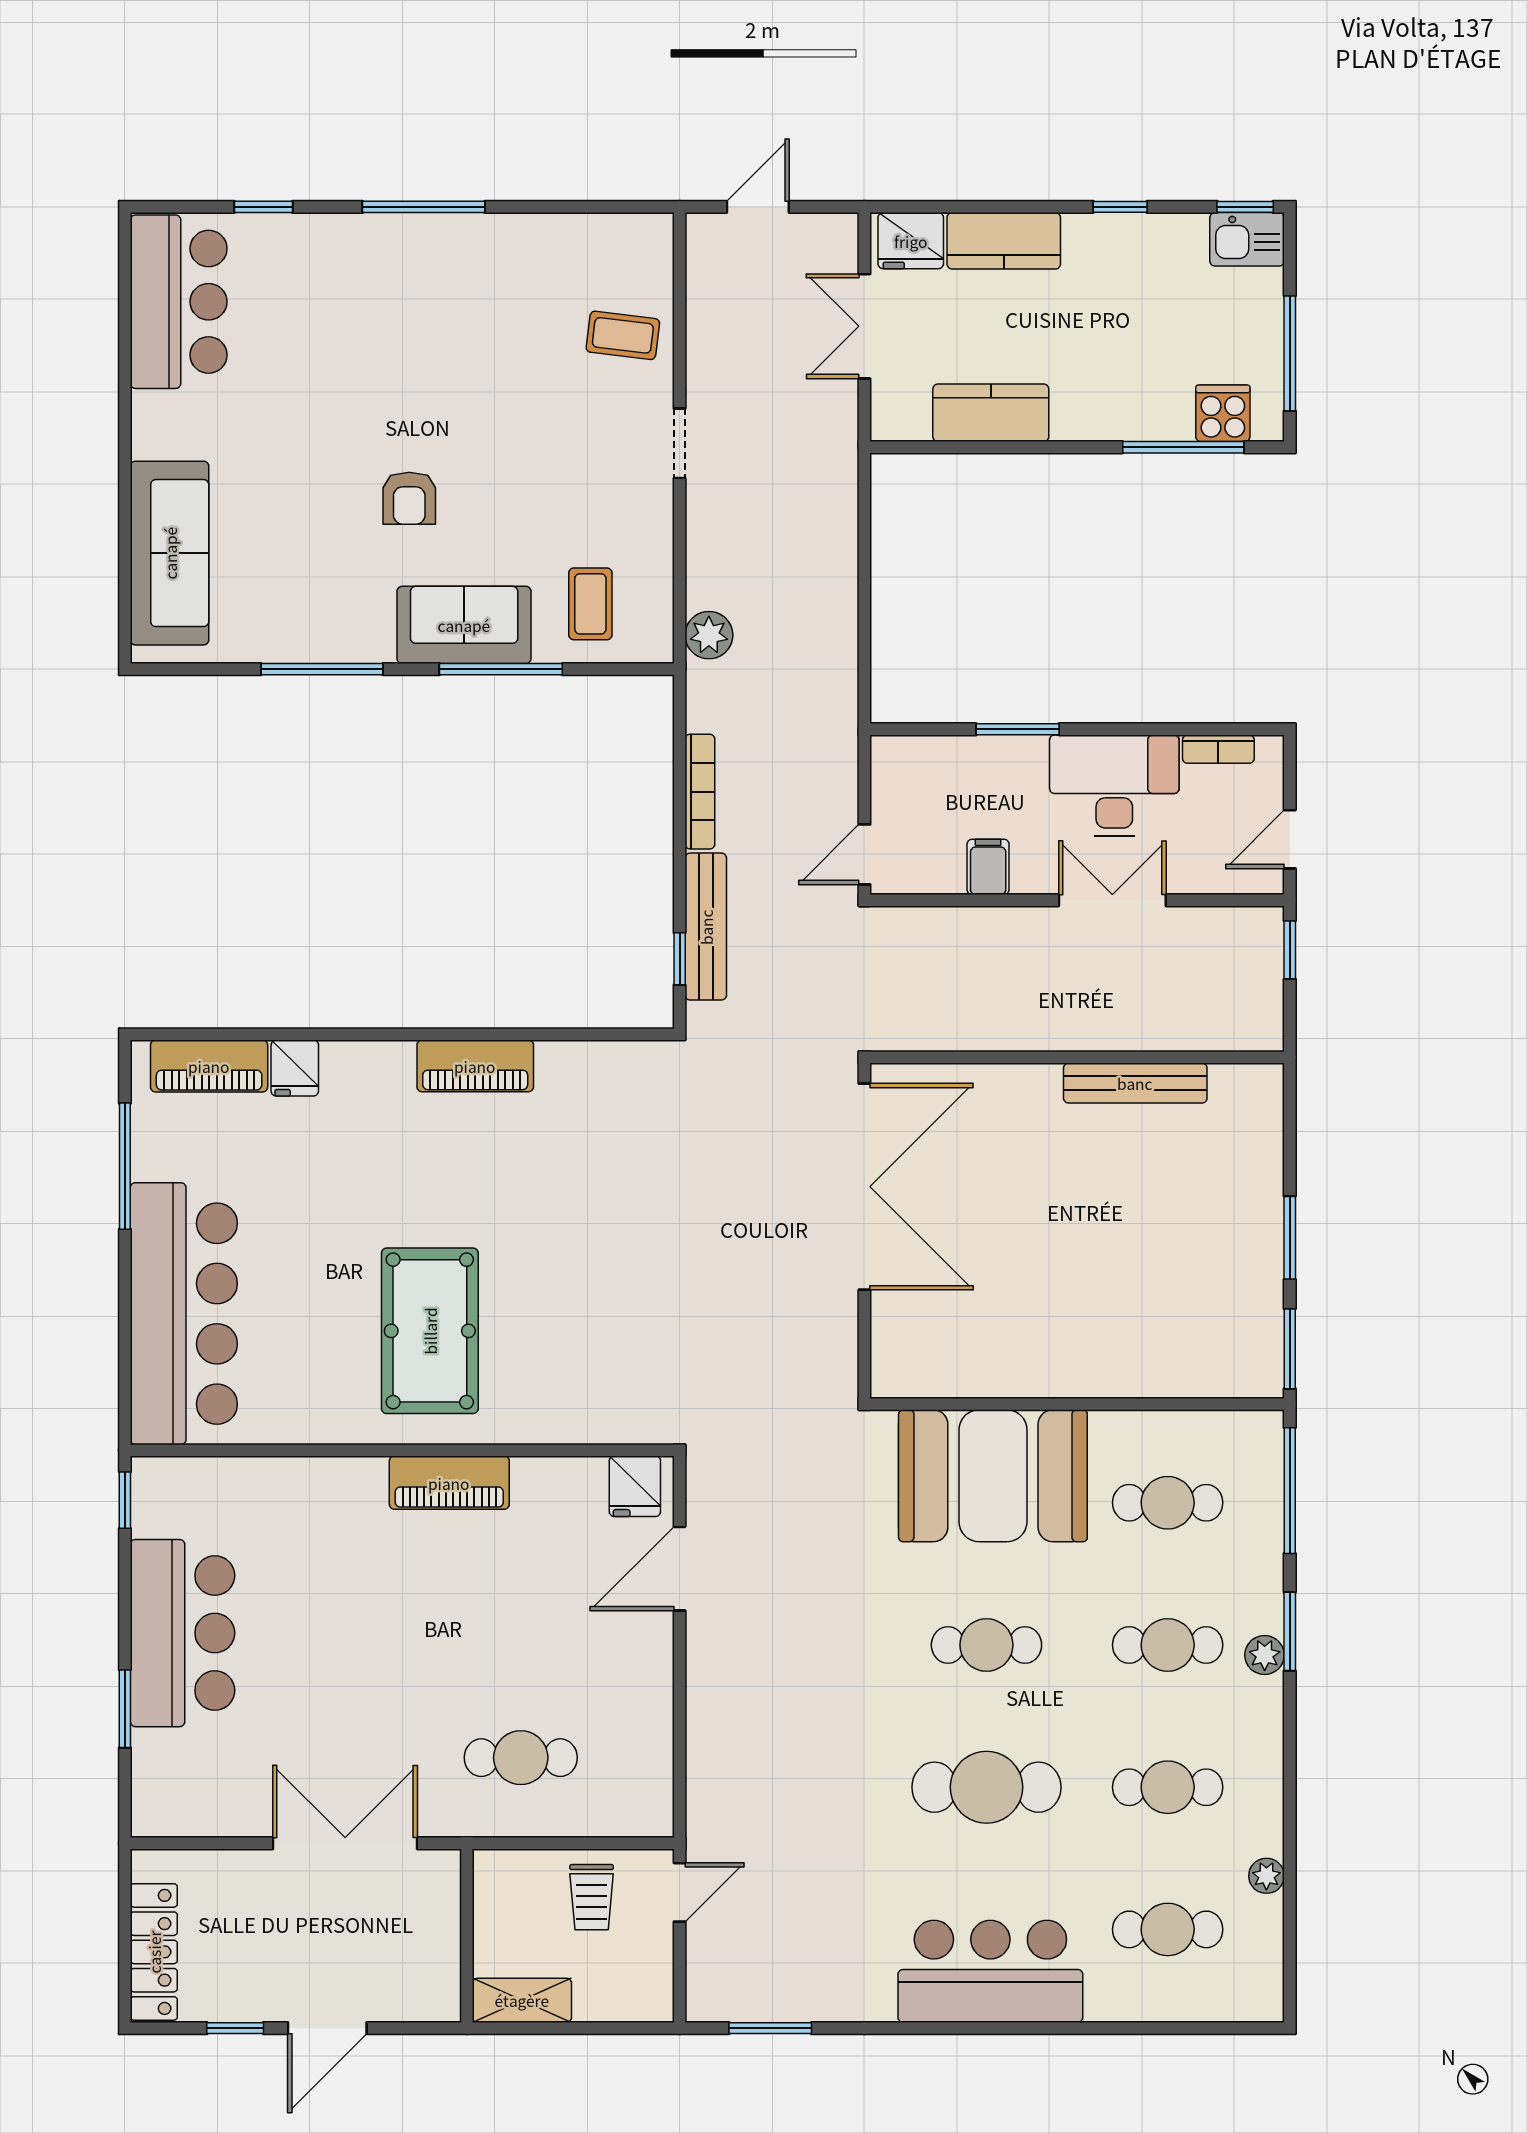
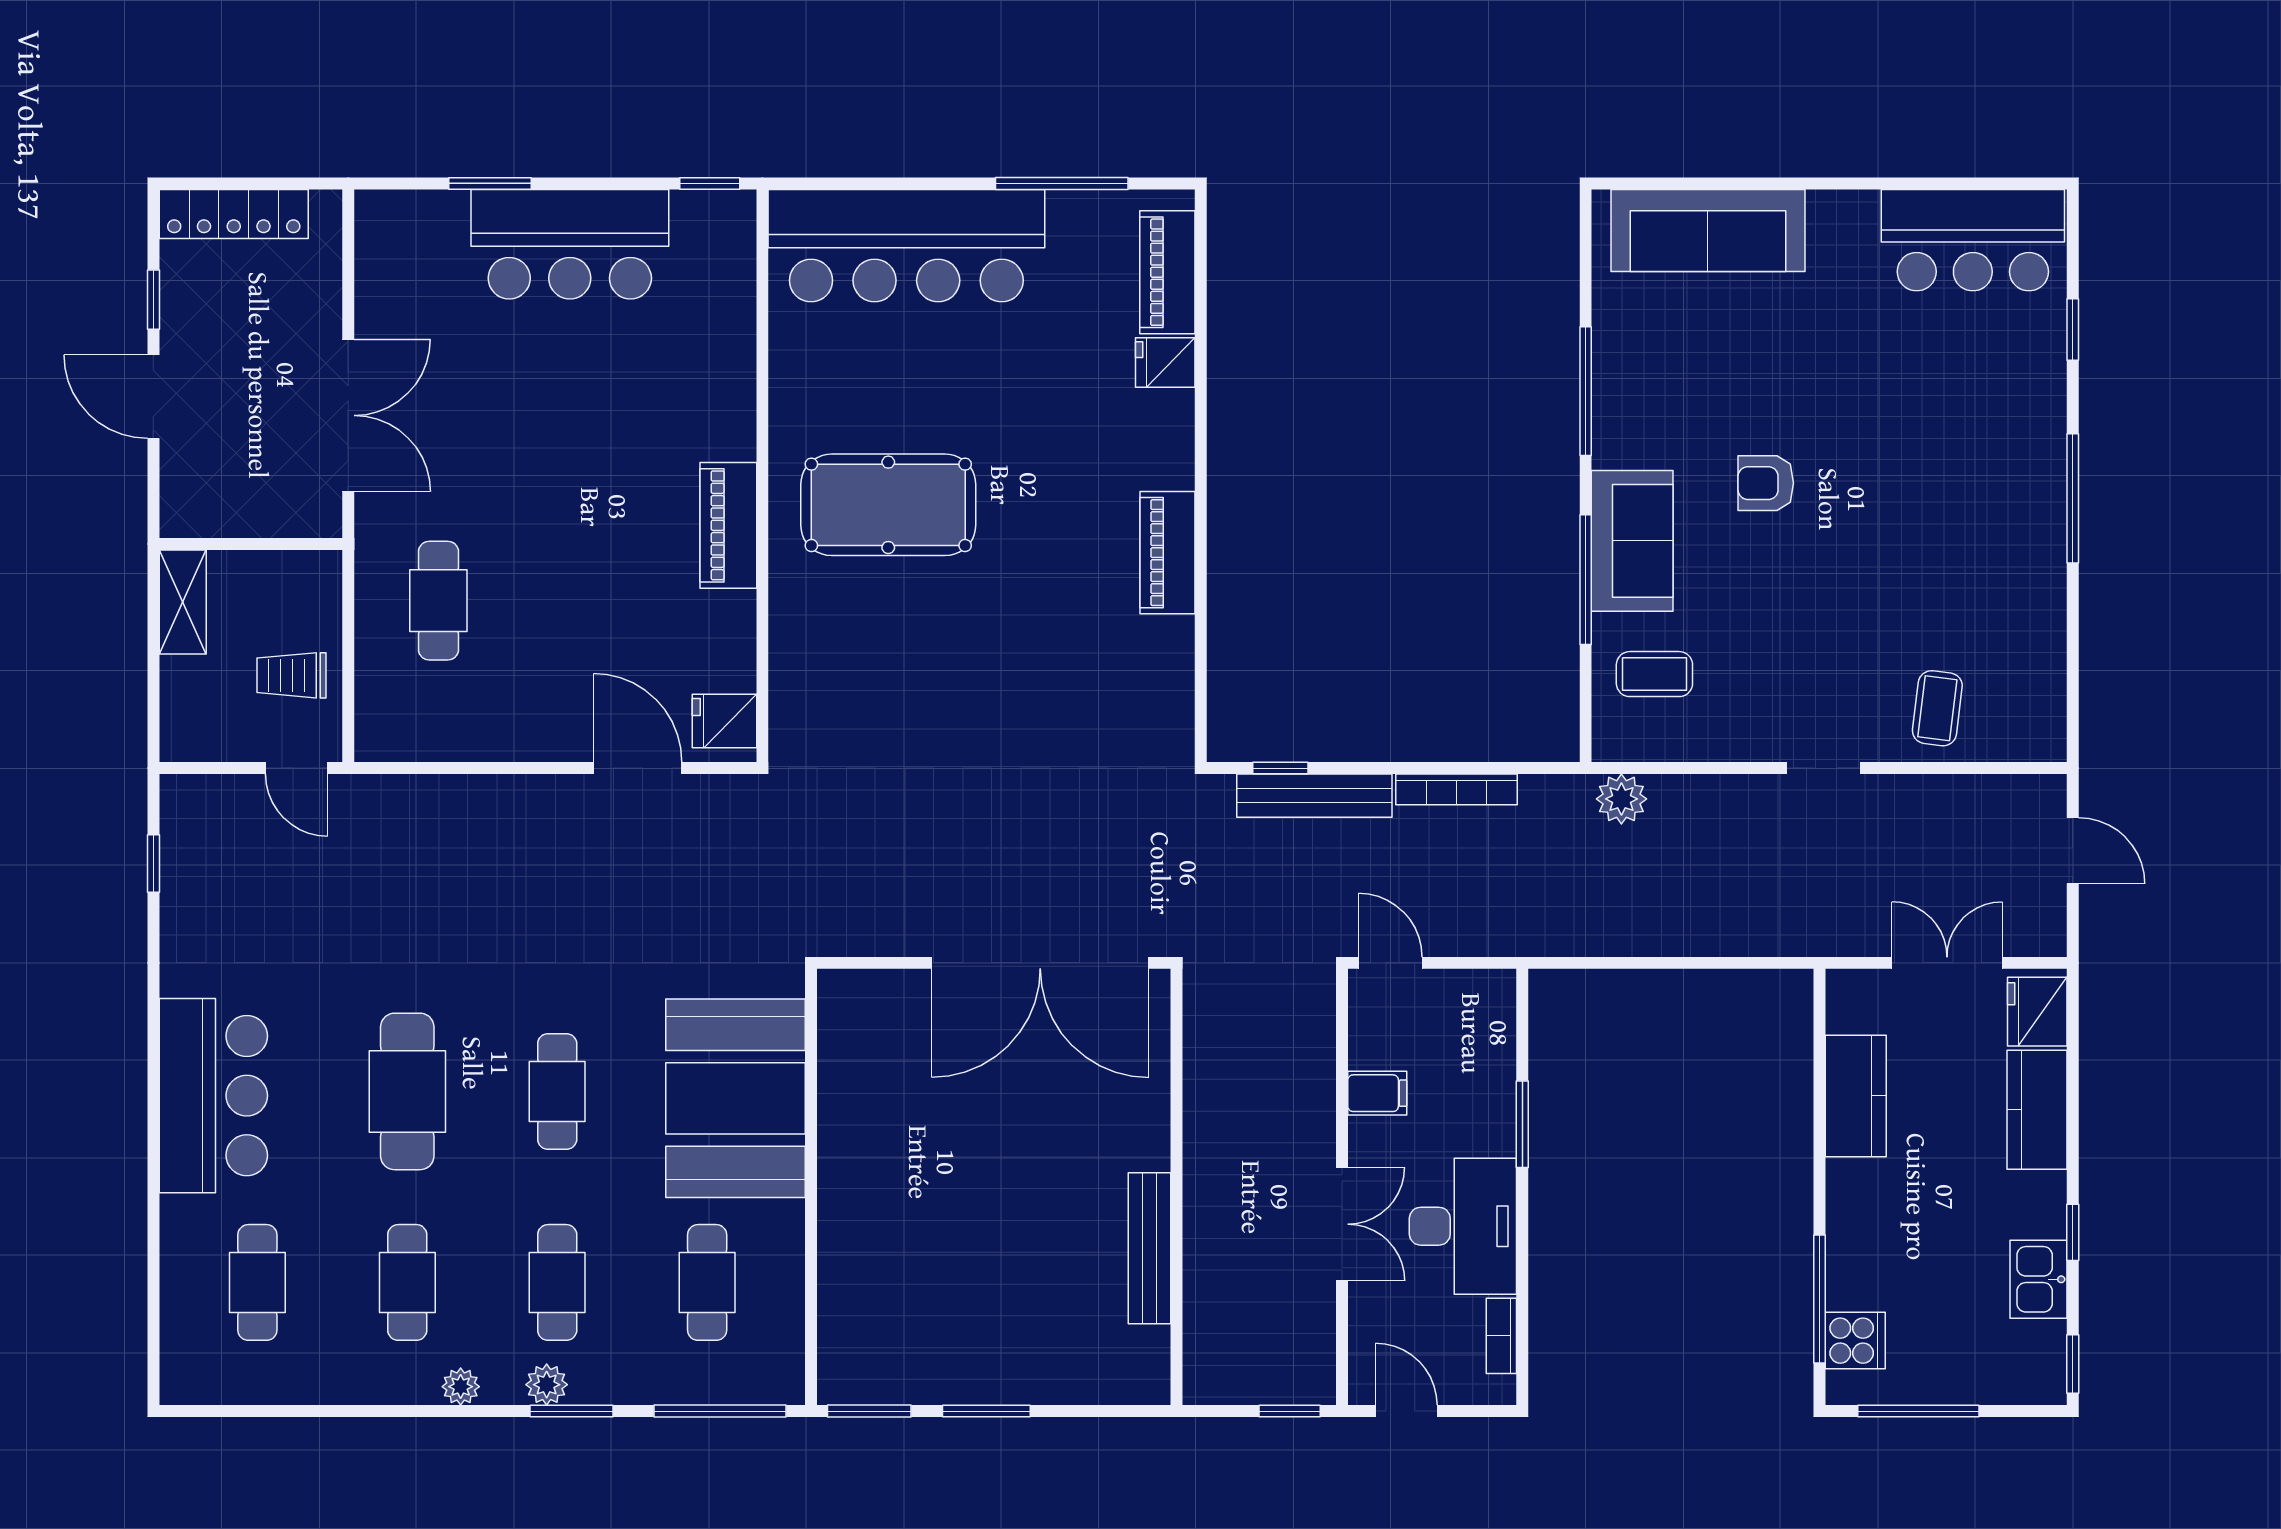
kitchen sink: (1247, 239) -> (2039, 1279), moved
plant: (1266, 1876) -> (461, 1387), moved
window: (770, 2028) -> (153, 864), width x0.67

